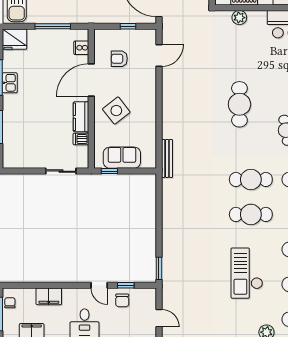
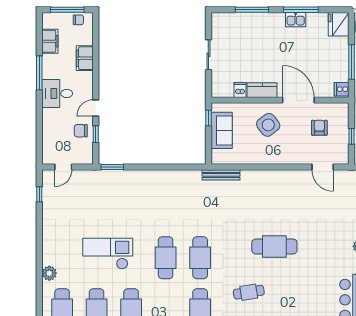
cooker: (81, 48) -> (342, 89), moved, turned -90
sliding door: (61, 171) -> (208, 55), moved

